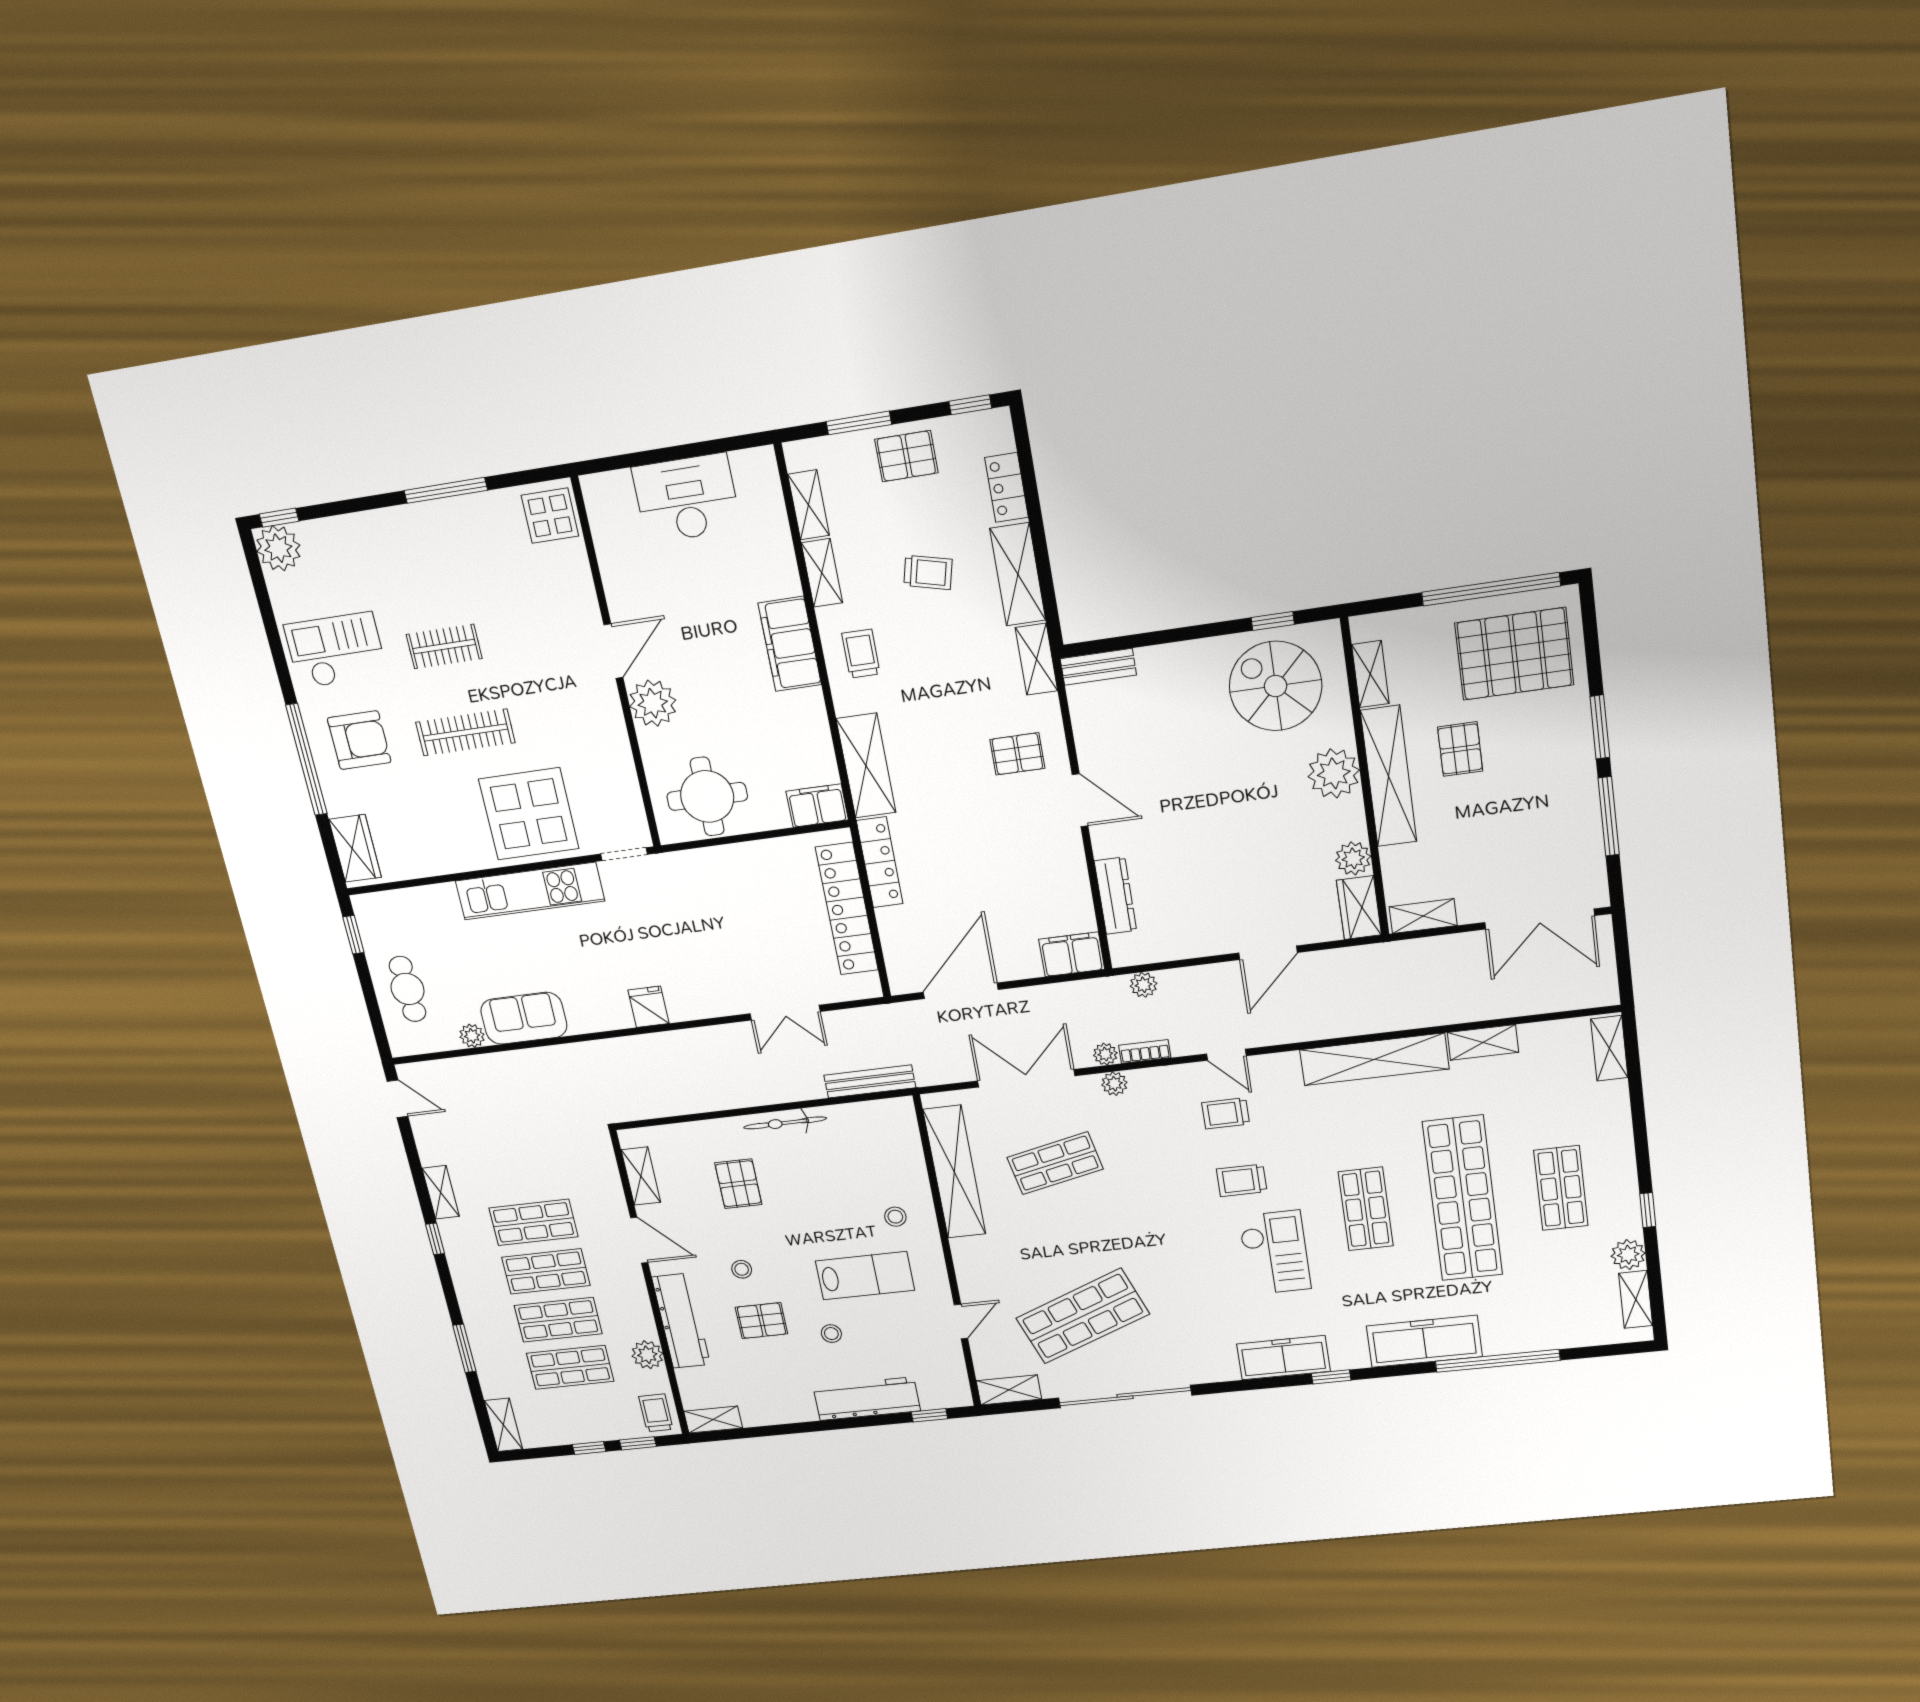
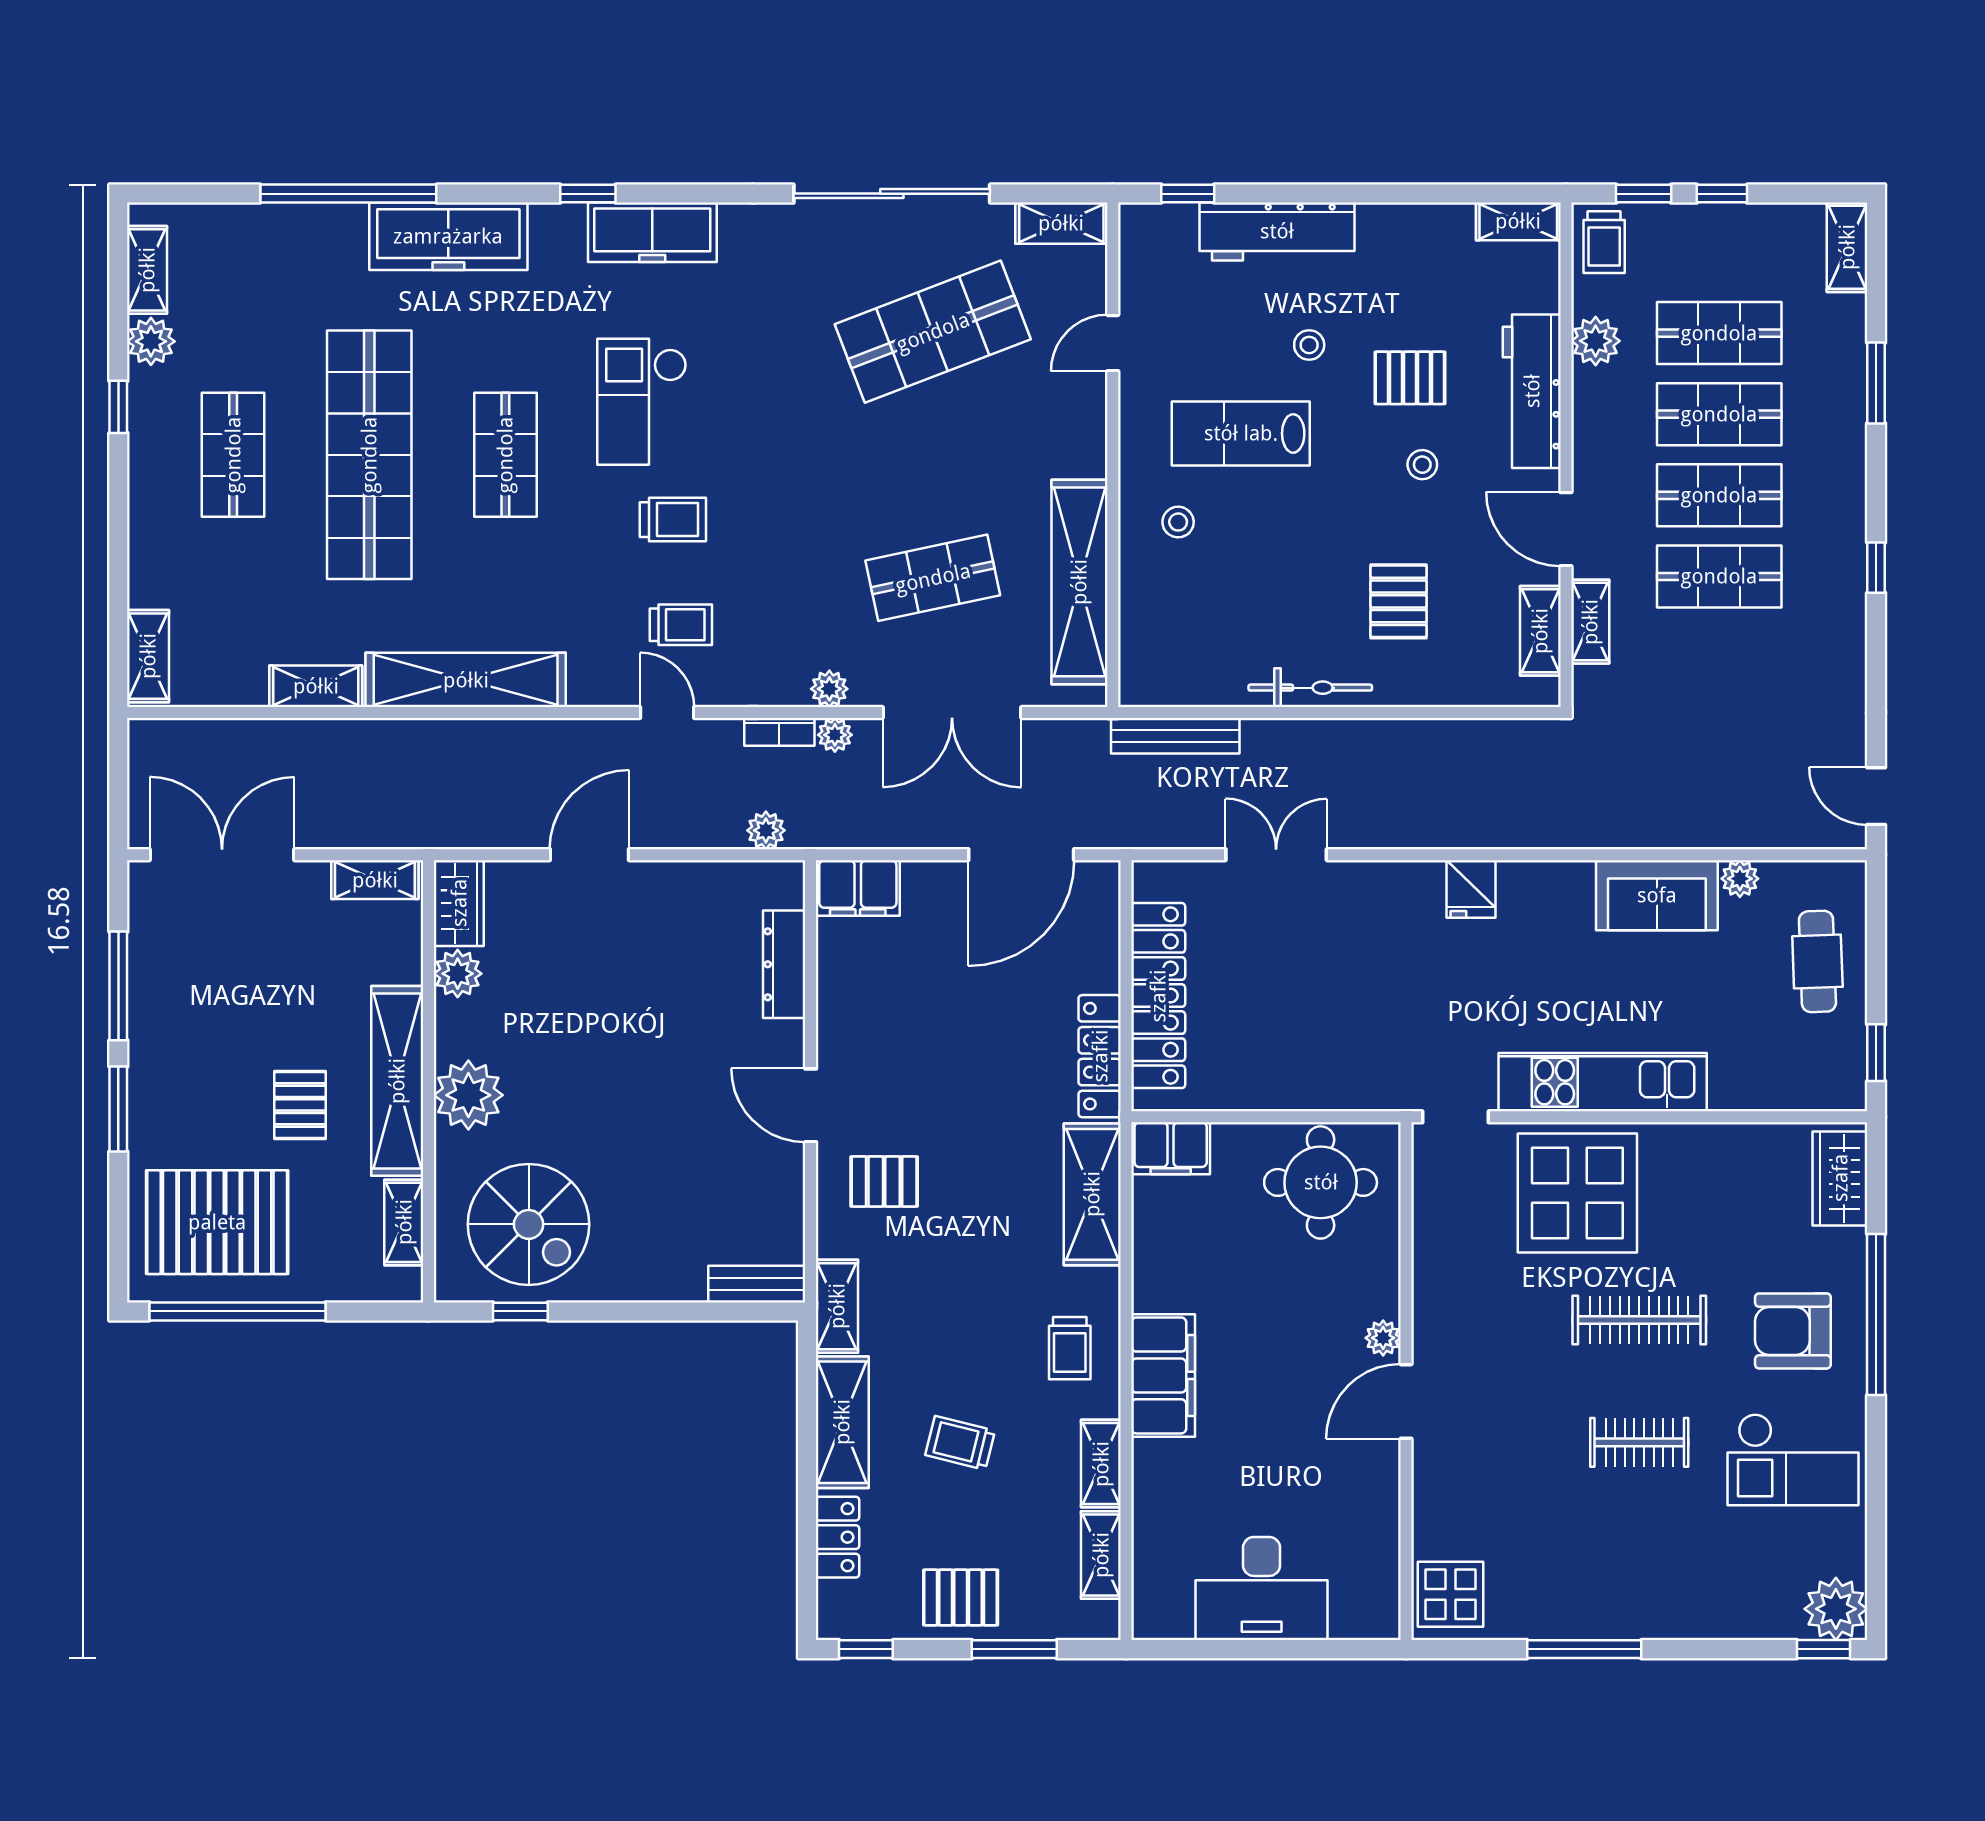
plant: (653, 703) -> (1383, 1338), width x0.53, depth x0.53
shelving: (441, 1192) -> (1590, 622), moved

